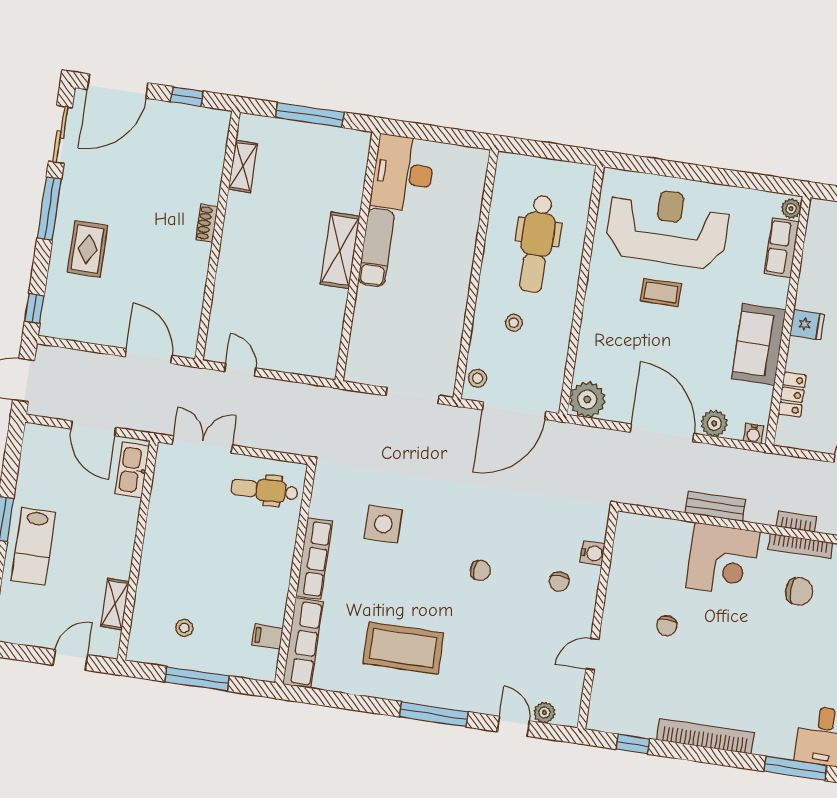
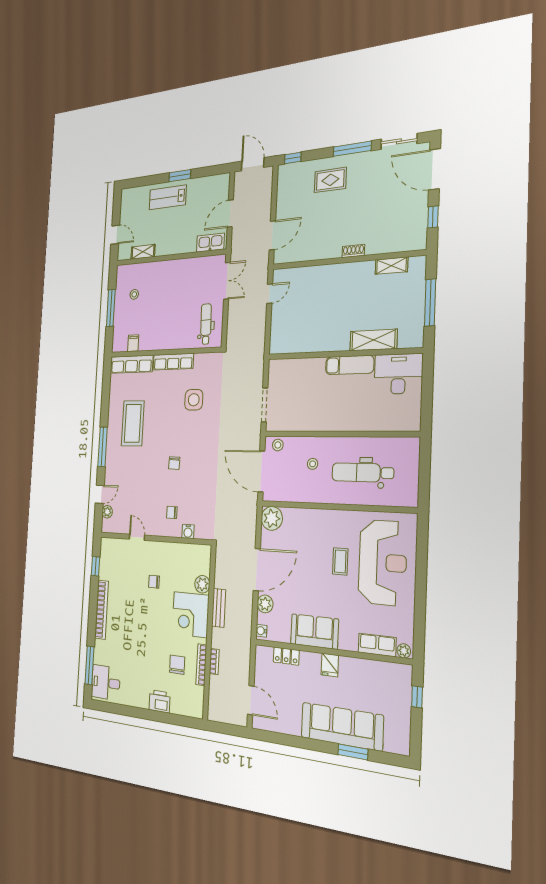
shelving: (340, 250) -> (373, 340), moved
plant: (677, 533) -> (202, 584), added
chair: (799, 592) -> (177, 665), turned 180

